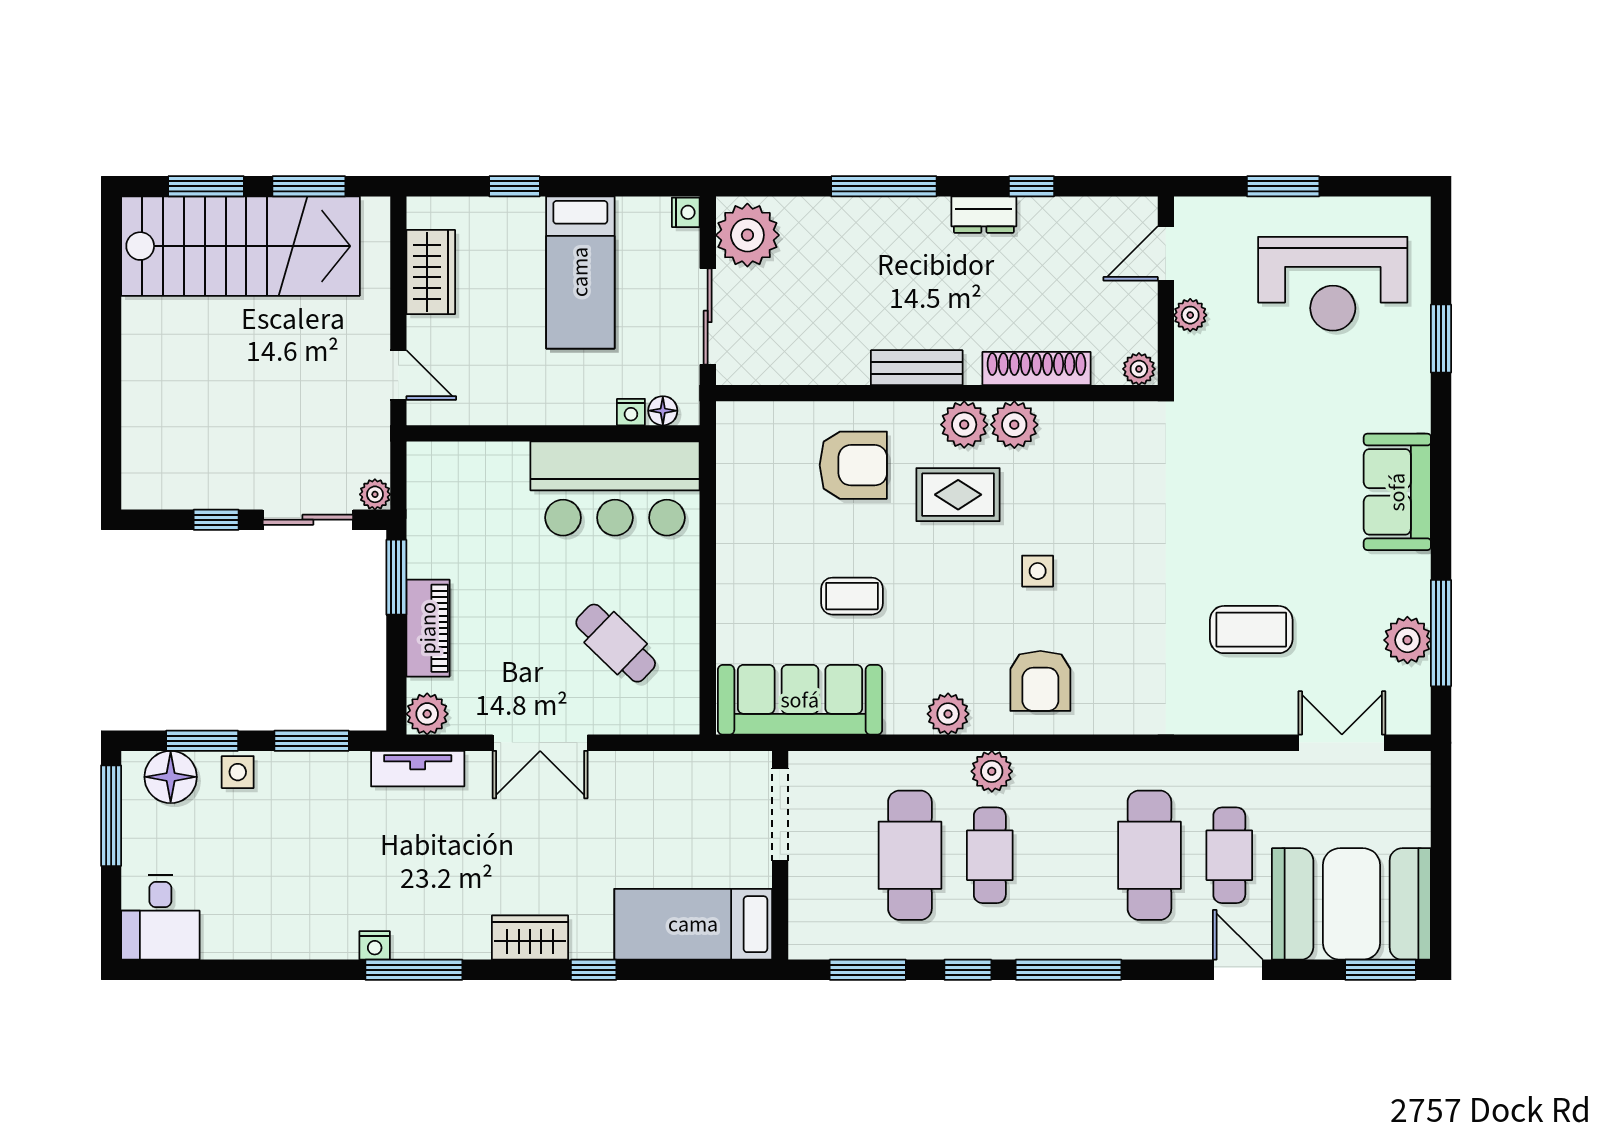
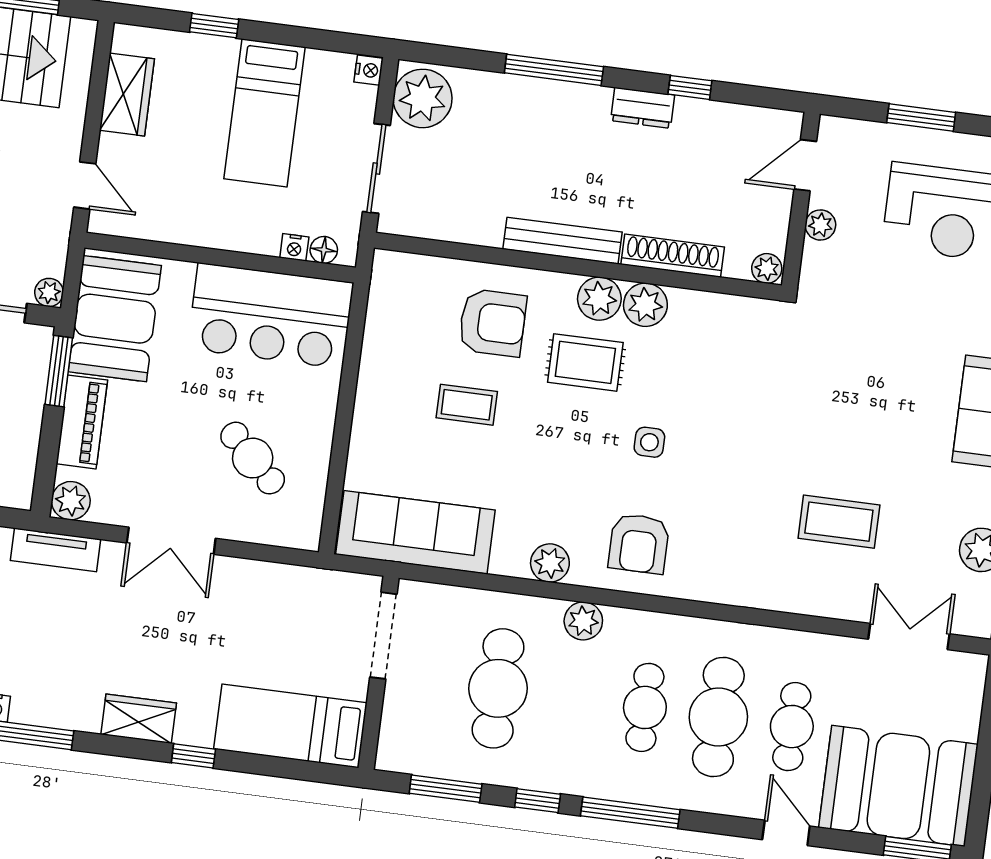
bench: (917, 368) -> (563, 241), width x1.36
booth: (449, 513) -> (115, 319), added
coffee table: (852, 596) -> (467, 405), moved
cafe table: (990, 855) -> (645, 707), moved

